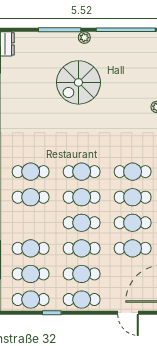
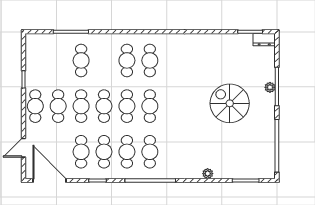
plant: (84, 38) -> (270, 87), moved
cafe table: (31, 274) -> (58, 60), removed
cafe table: (31, 300) -> (35, 60), removed

